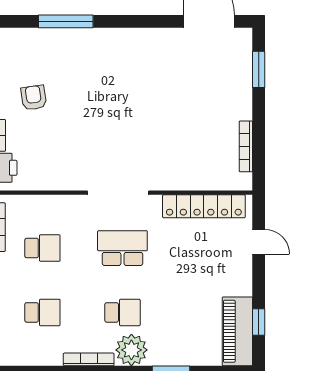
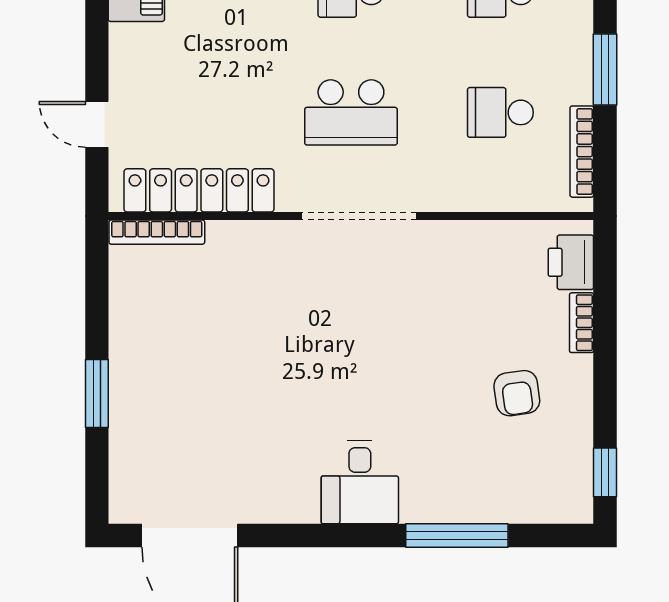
desk: (118, 50) -> (360, 482), added
window: (259, 69) -> (97, 394), moved
bookcase: (246, 146) -> (157, 232), moved, turned 90

